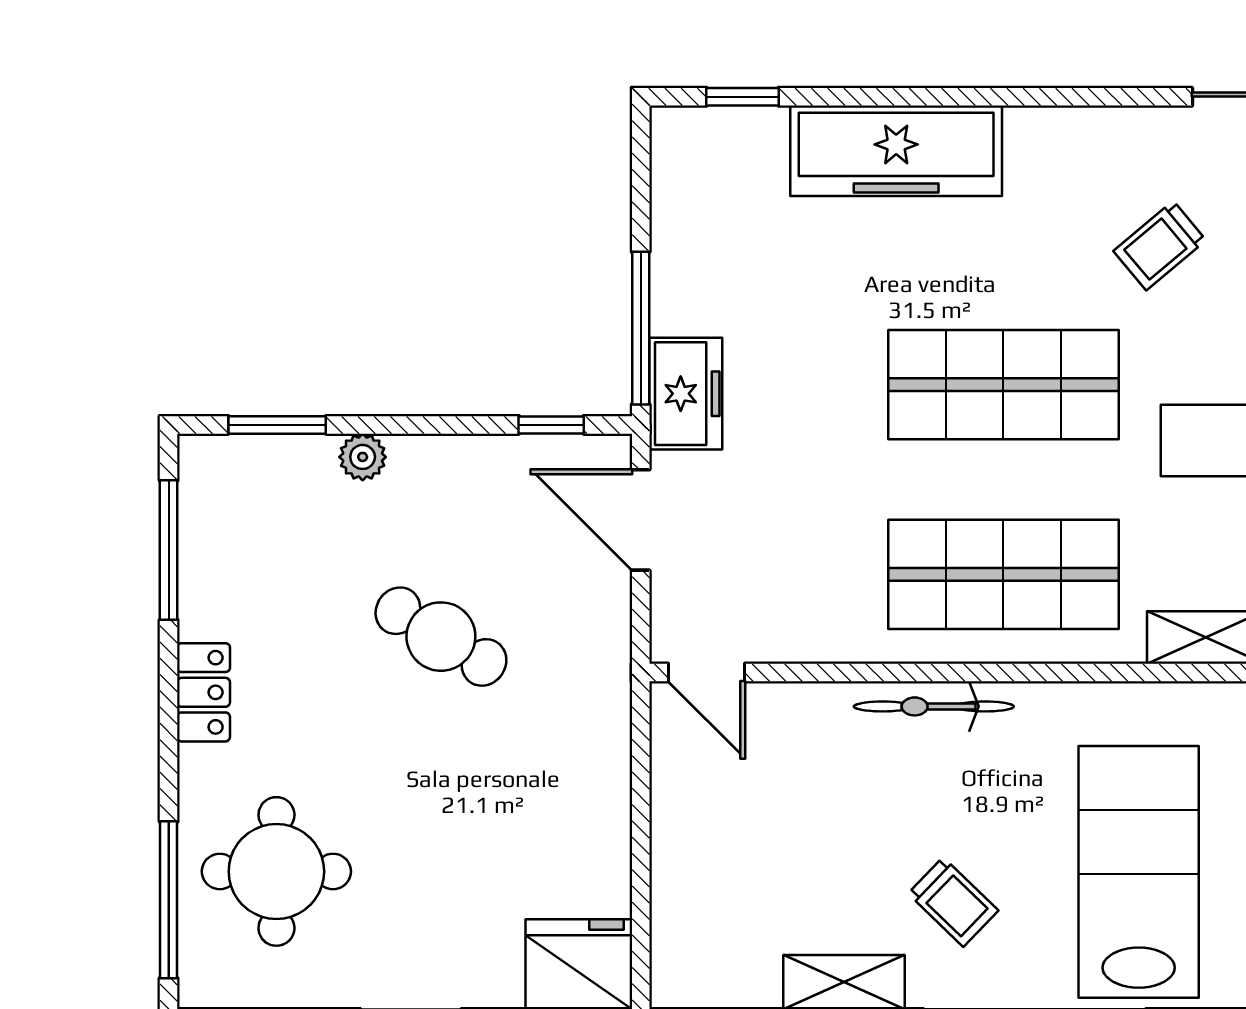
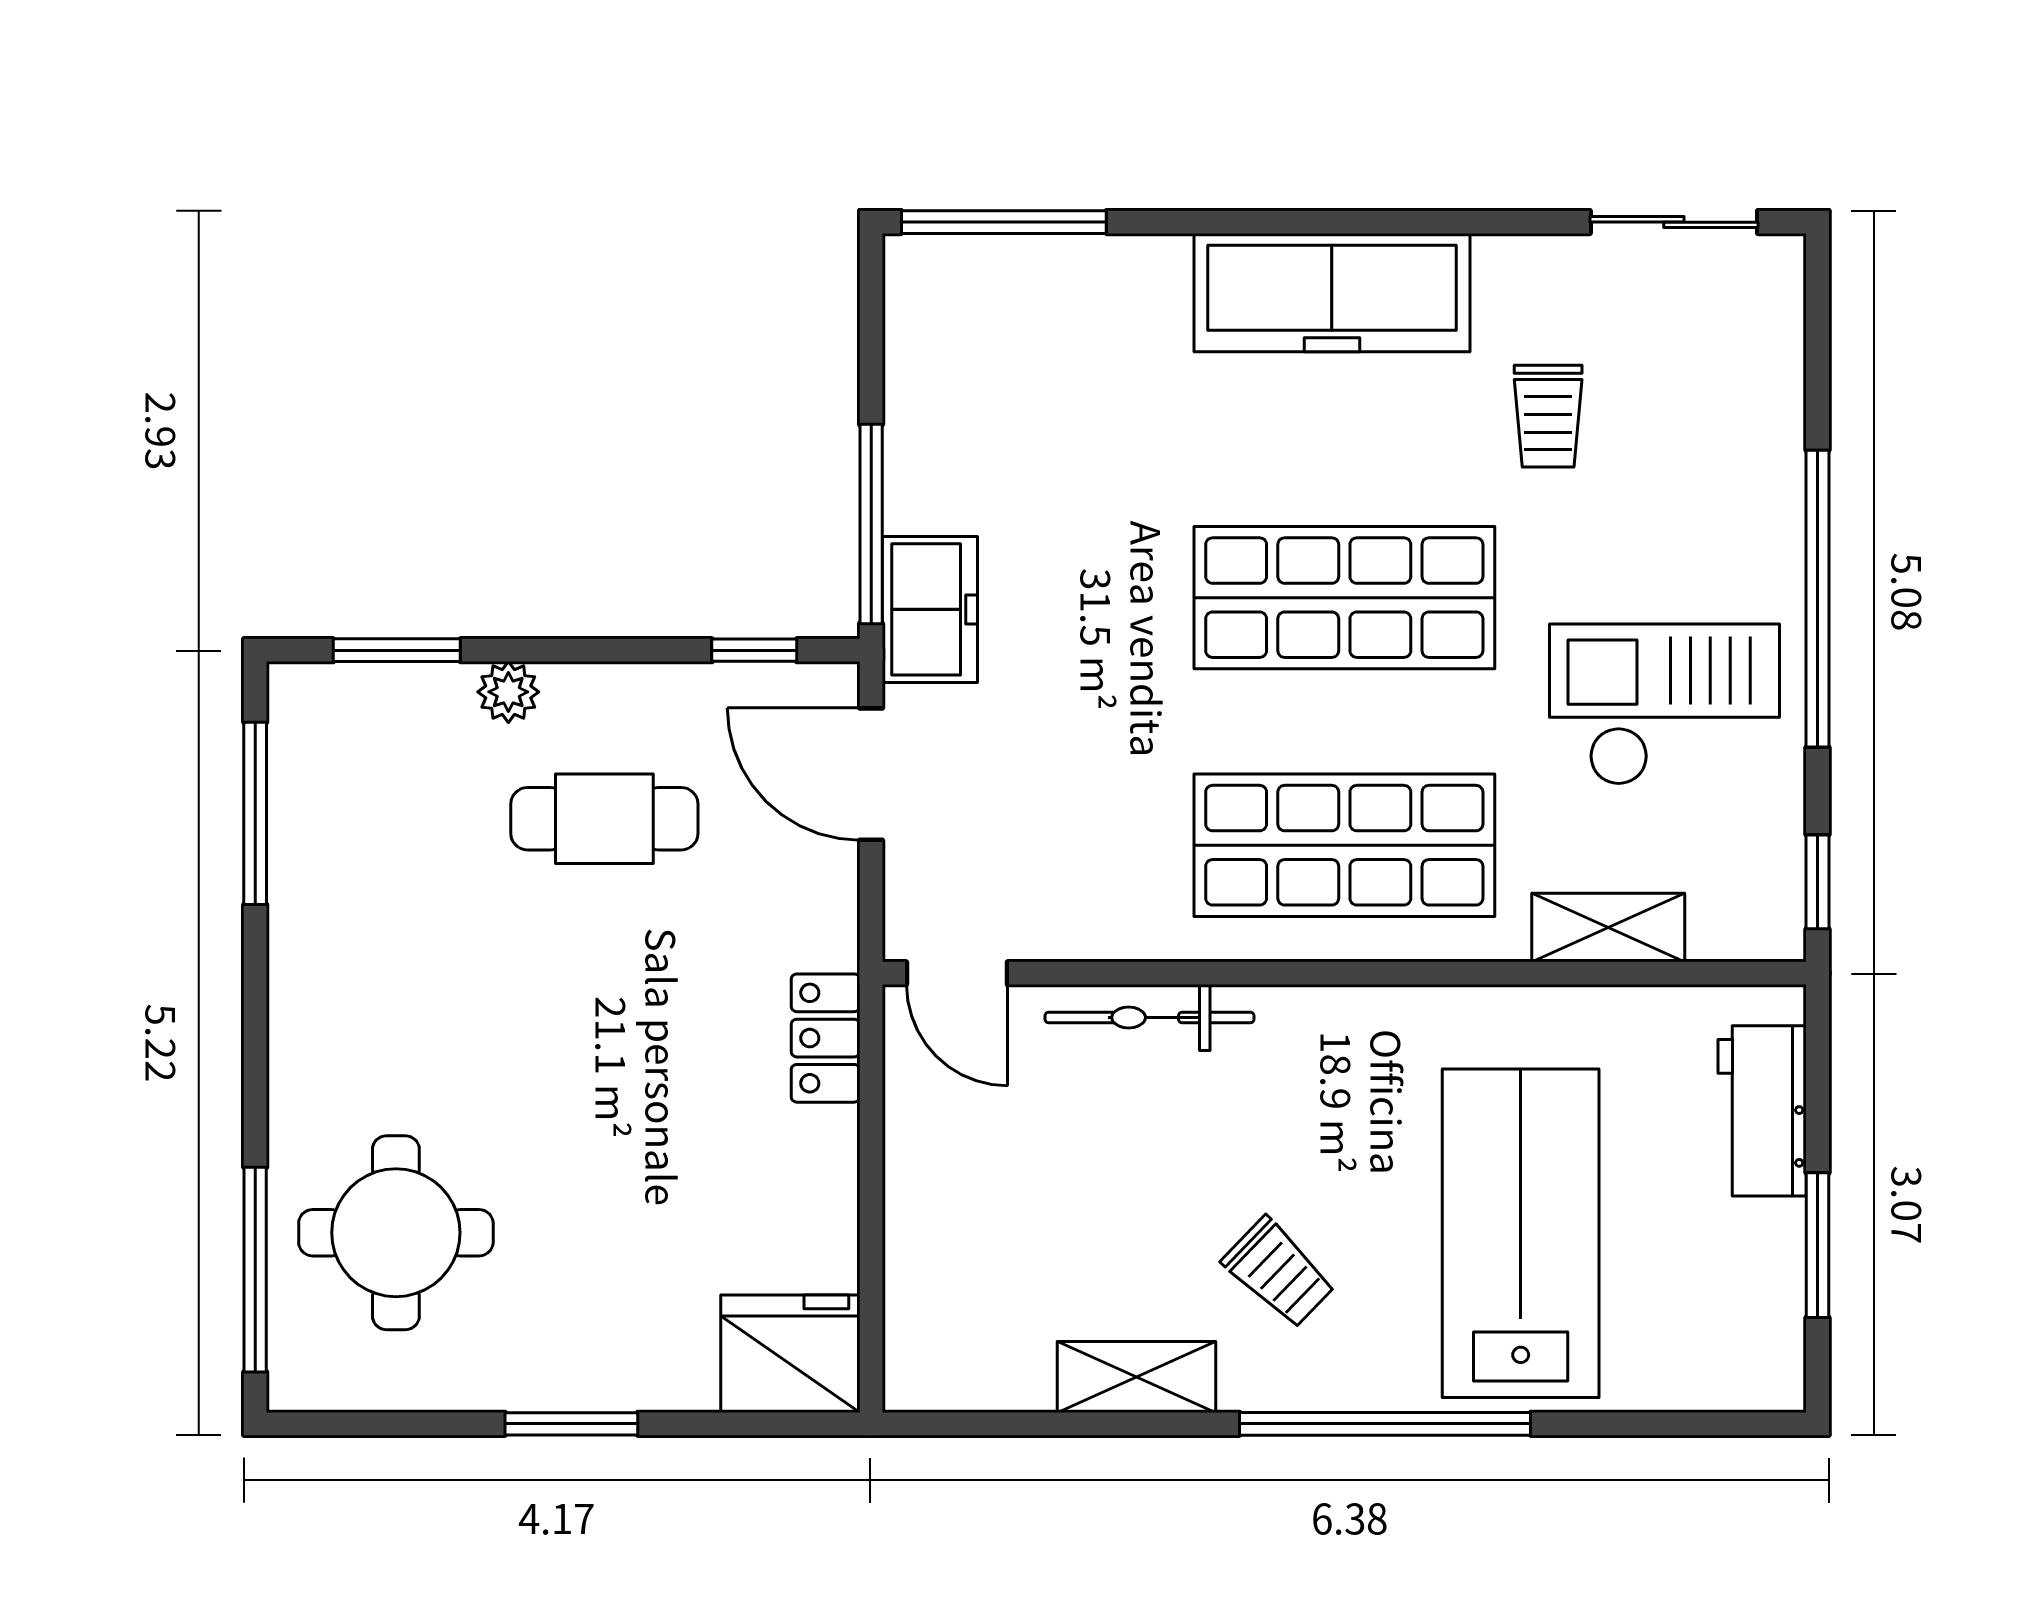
window: (743, 97) -> (1004, 222), width x2.17
freezer: (896, 151) -> (1332, 293), moved
trolley: (1160, 246) -> (1548, 416), turned -50
cafe table: (441, 637) -> (604, 819), moved, turned -31
locker: (203, 692) -> (826, 1038), moved, turned 180
bicycle: (934, 706) -> (1149, 1017), moved

